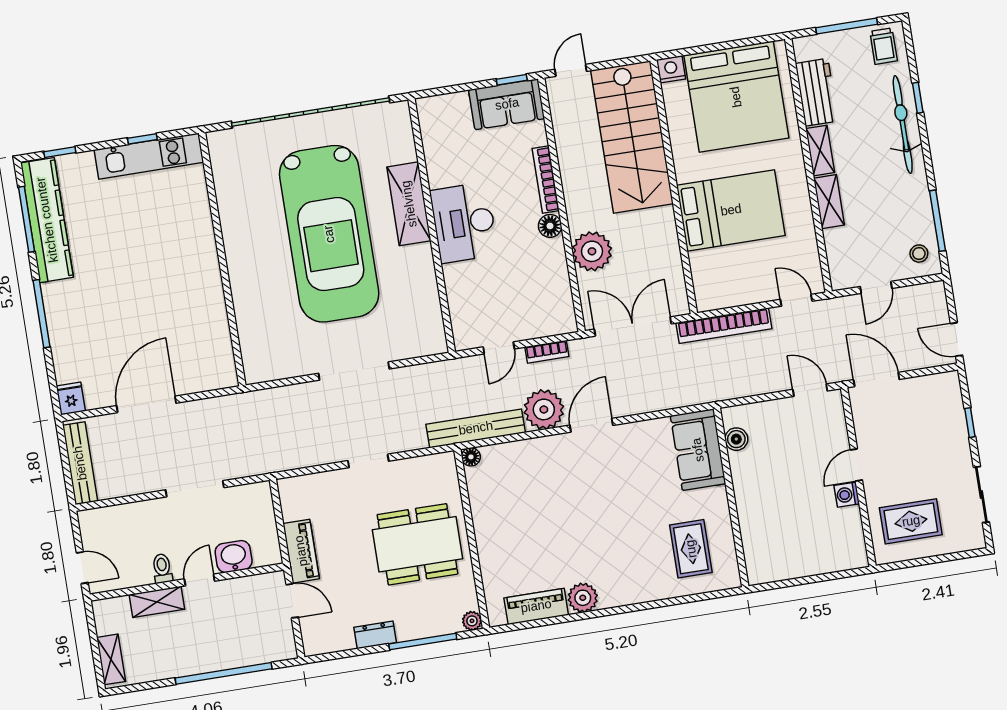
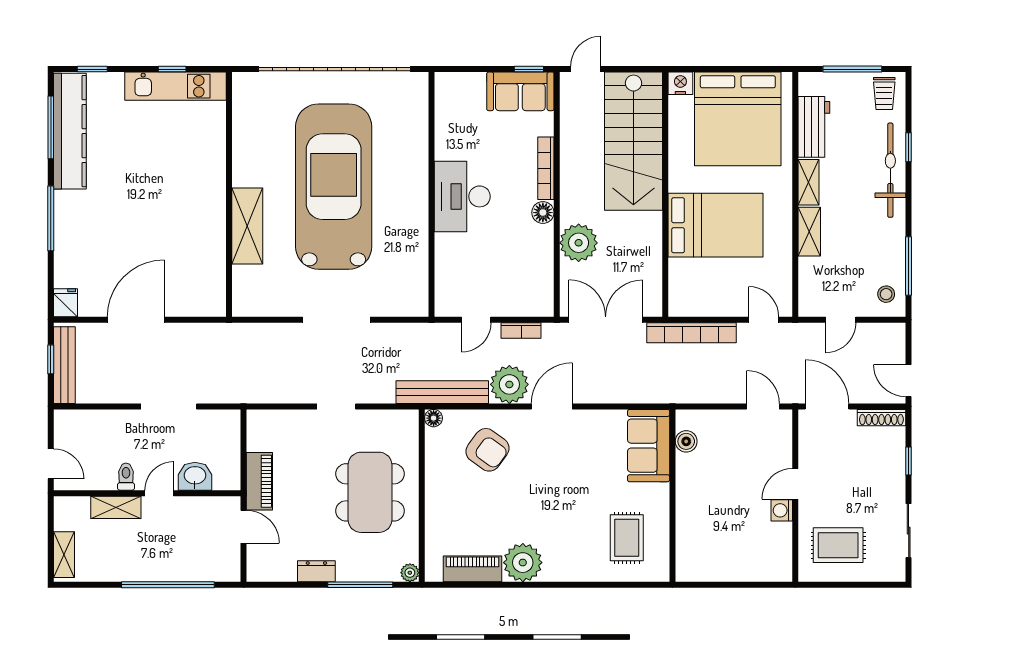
shelving: (409, 204) -> (247, 226), moved
car: (329, 234) -> (334, 187), turned 180
shoe rack: (935, 382) -> (881, 418), added
window: (65, 460) -> (51, 359), added
armchair: (532, 481) -> (487, 450), added
dining table: (417, 544) -> (370, 492), turned 90
plant: (583, 598) -> (523, 563), width x1.36, depth x1.36

